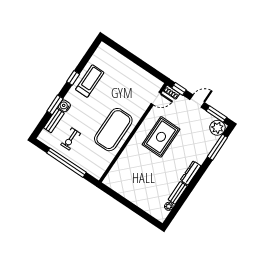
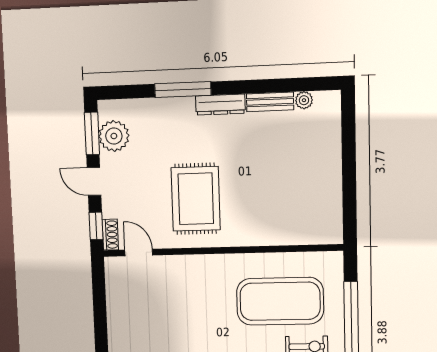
plant: (217, 128) -> (114, 136), moved
exercise mat: (113, 130) -> (280, 301), moved
rug: (161, 137) -> (196, 199), turned 90
window: (217, 147) -> (183, 90), moved

